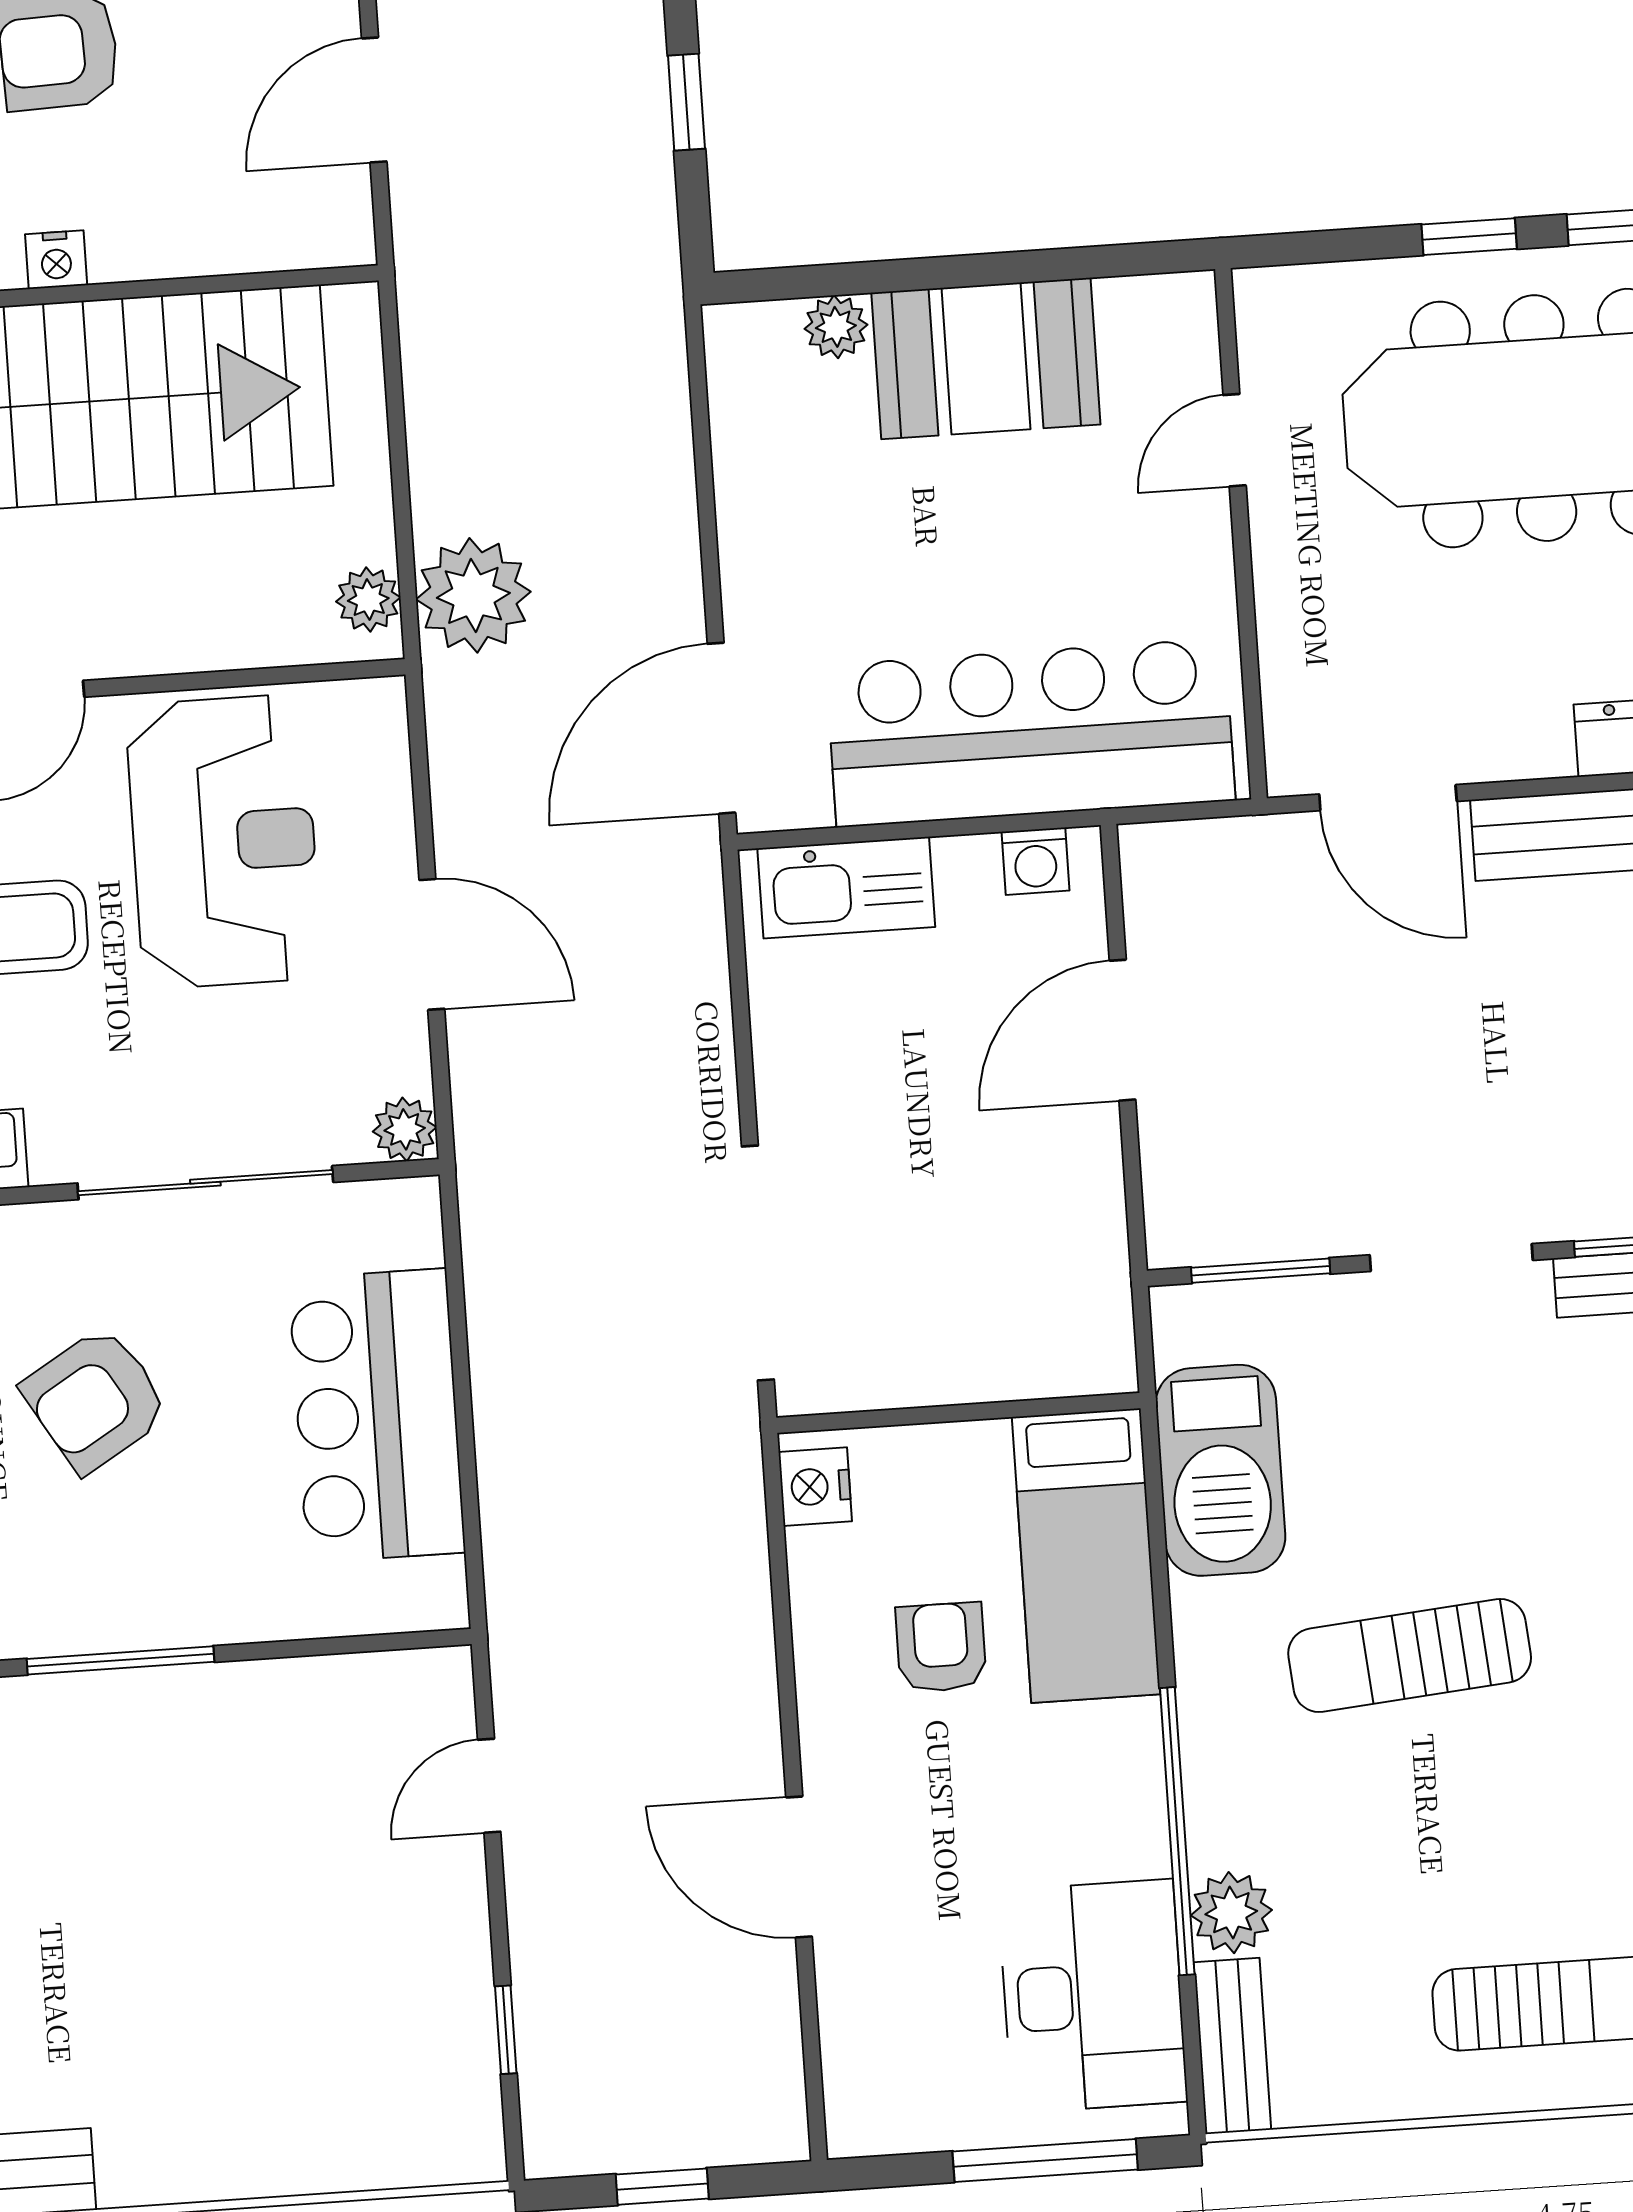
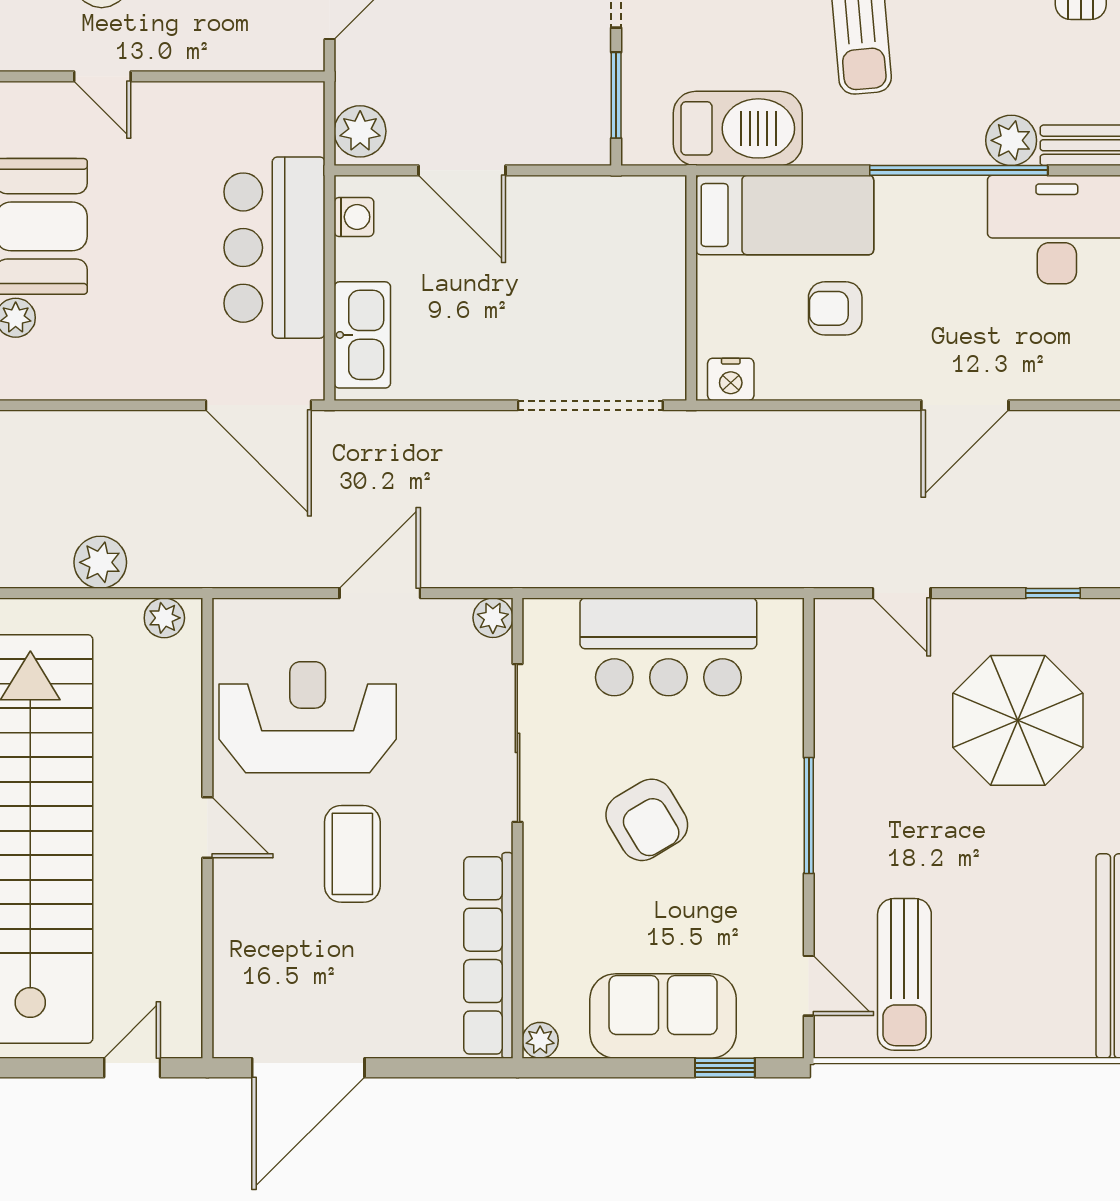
plant: (473, 595) -> (100, 562), moved, width x0.73, depth x0.73
bar counter: (1031, 733) -> (274, 248), width x0.73
plant: (1174, 862) -> (360, 131), added
parasol: (297, 1987) -> (1018, 720), added

